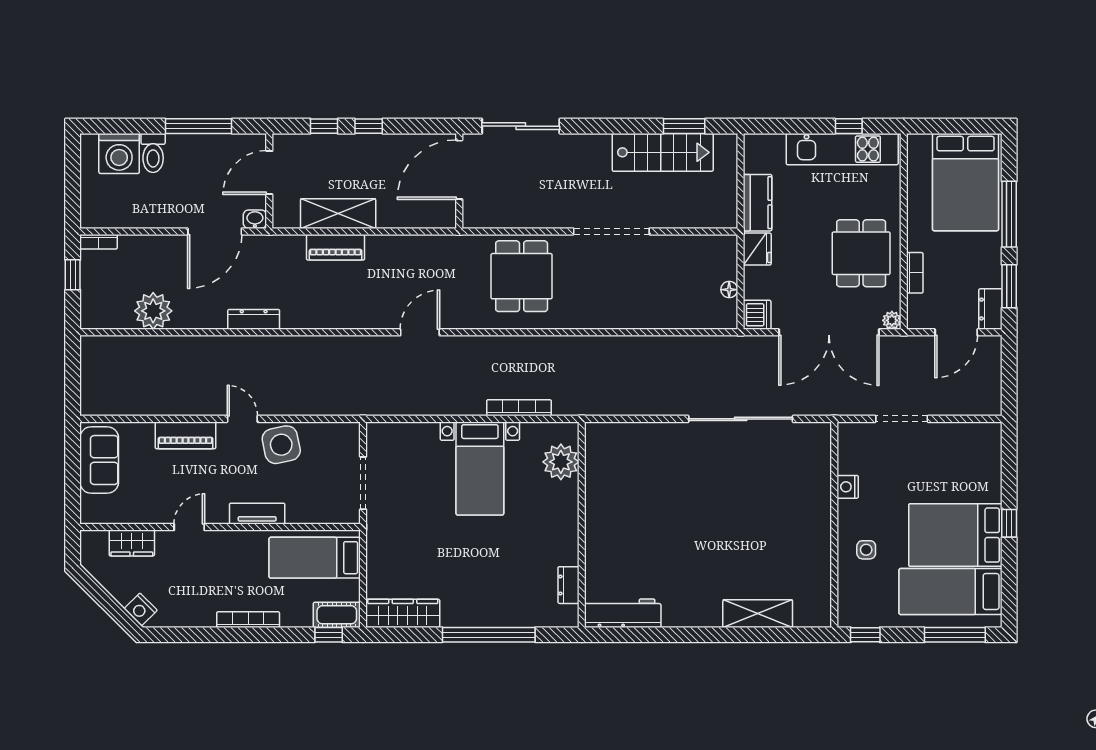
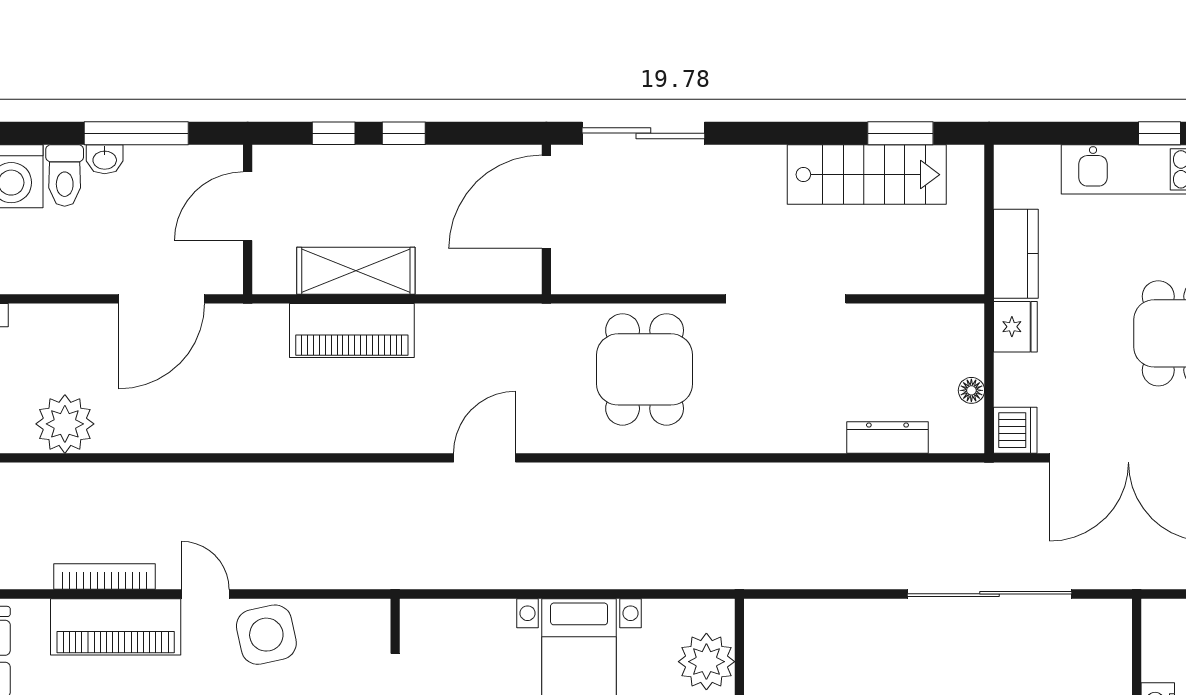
washbasin: (255, 219) -> (105, 159), moved, turned 180
piano: (336, 247) -> (352, 330), width x1.37, depth x1.33
dresser: (254, 319) -> (887, 437), moved
bookcase: (519, 408) -> (104, 576), moved
piano: (186, 435) -> (116, 627), width x1.37, depth x1.33

